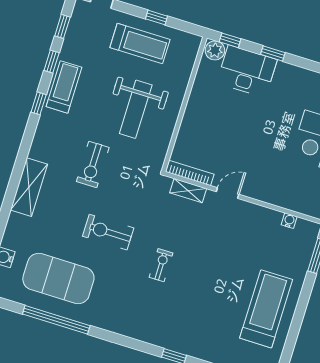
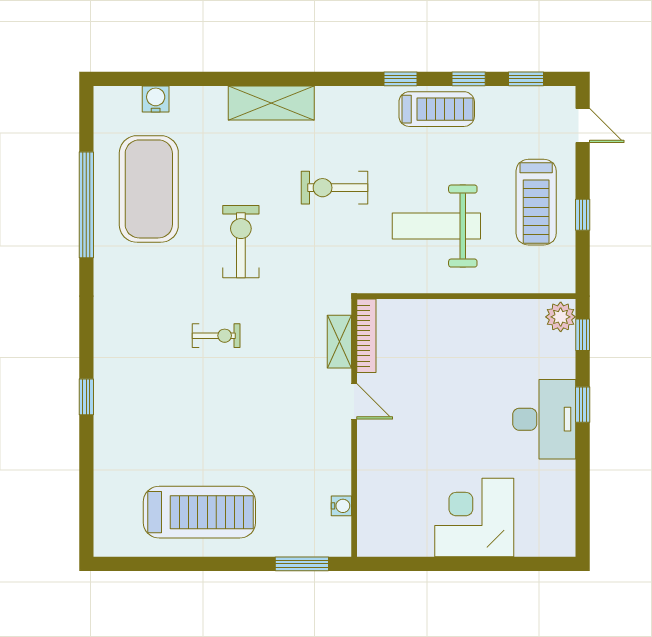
desk: (247, 71) -> (544, 419), moved

